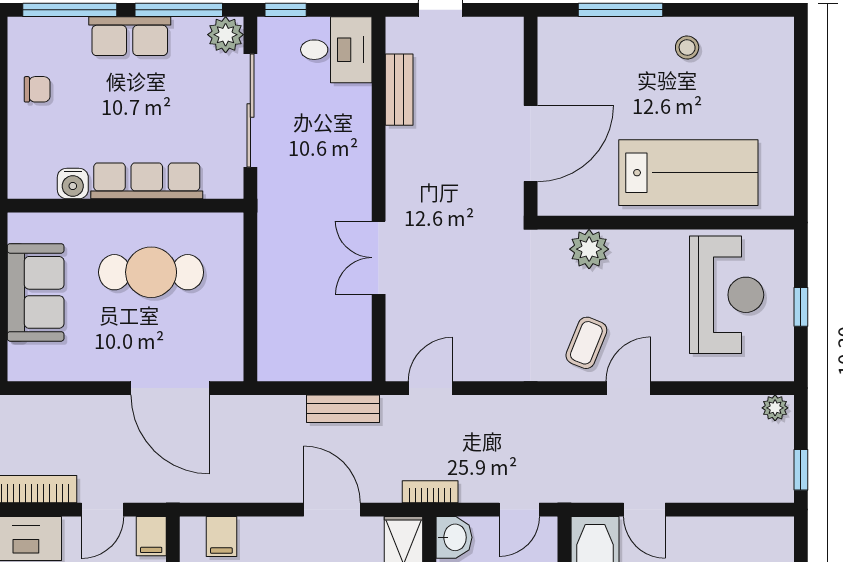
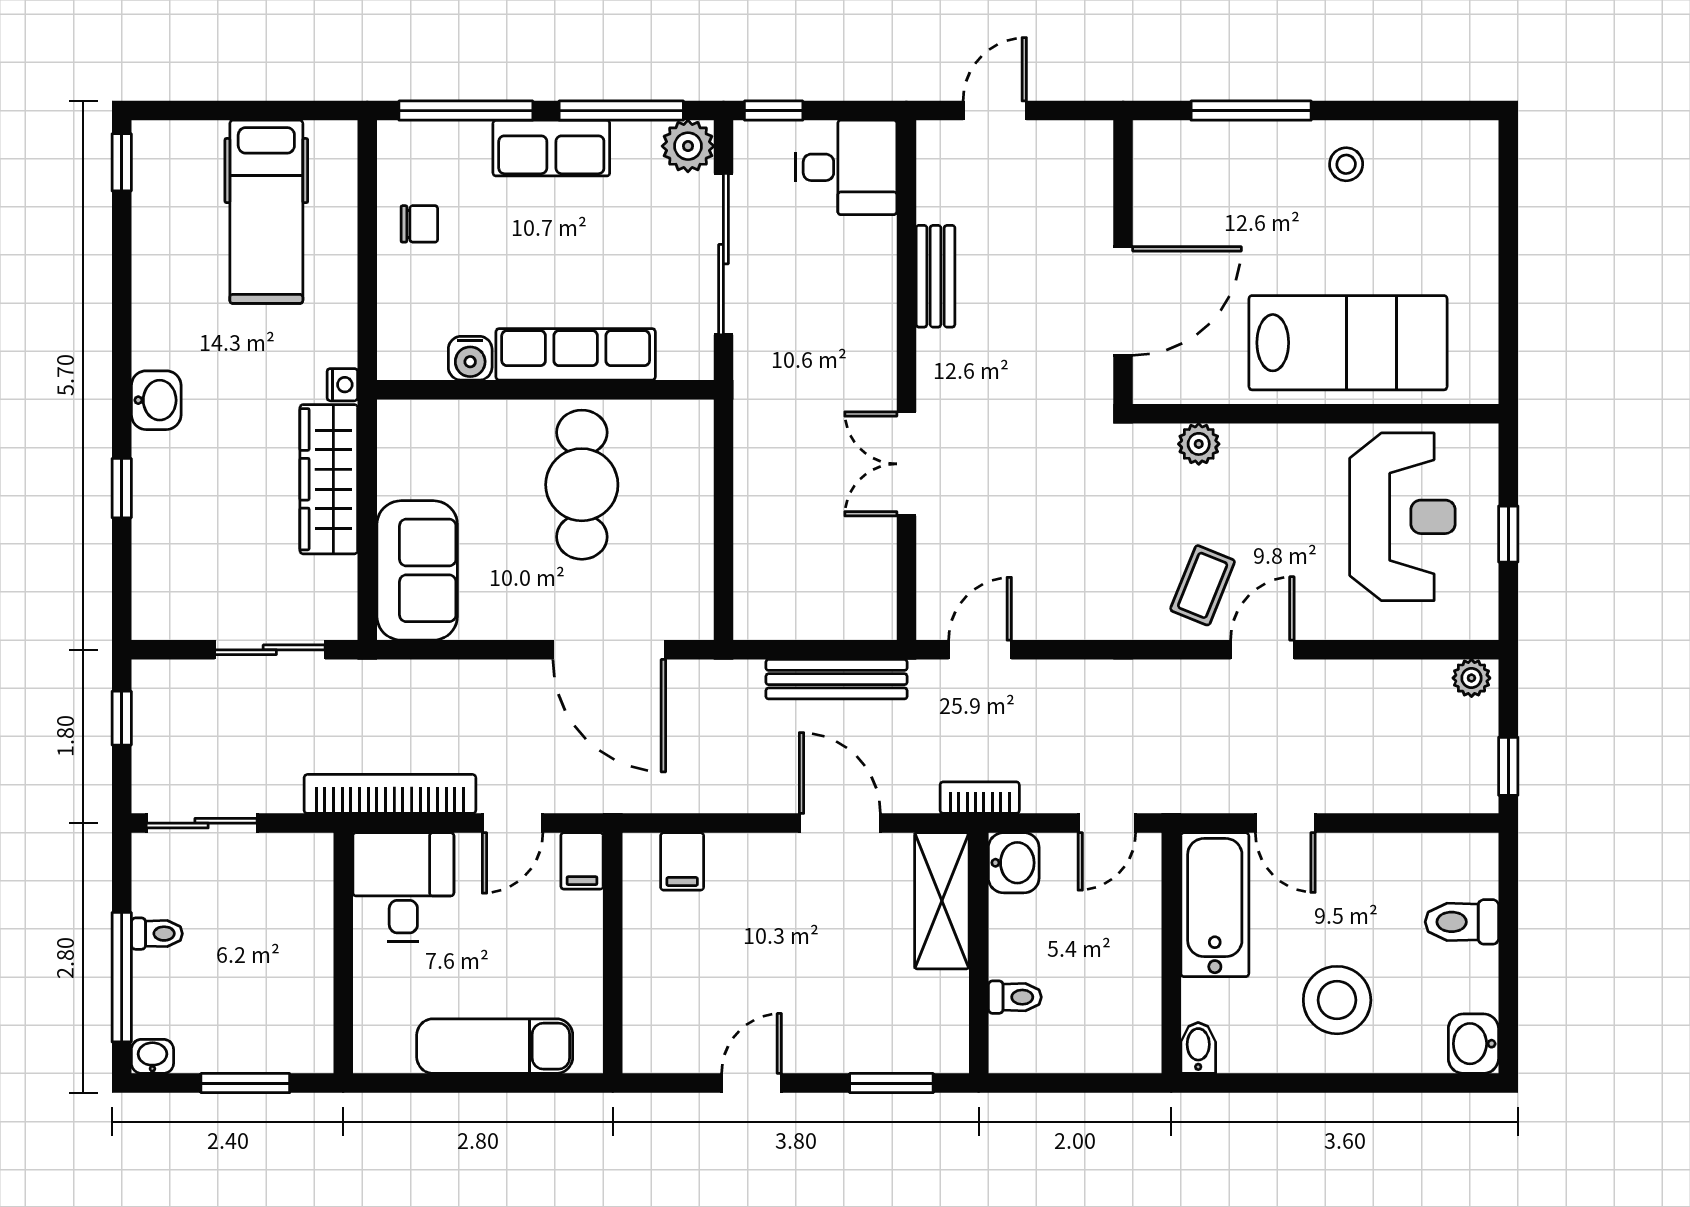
bench: (399, 90) -> (936, 276), moved
plant: (589, 249) -> (1199, 444), width x0.73, depth x0.73
cafe table: (151, 272) -> (582, 485), turned 90
sofa: (36, 292) -> (417, 570), moved
bench: (343, 409) -> (837, 679), width x1.36

